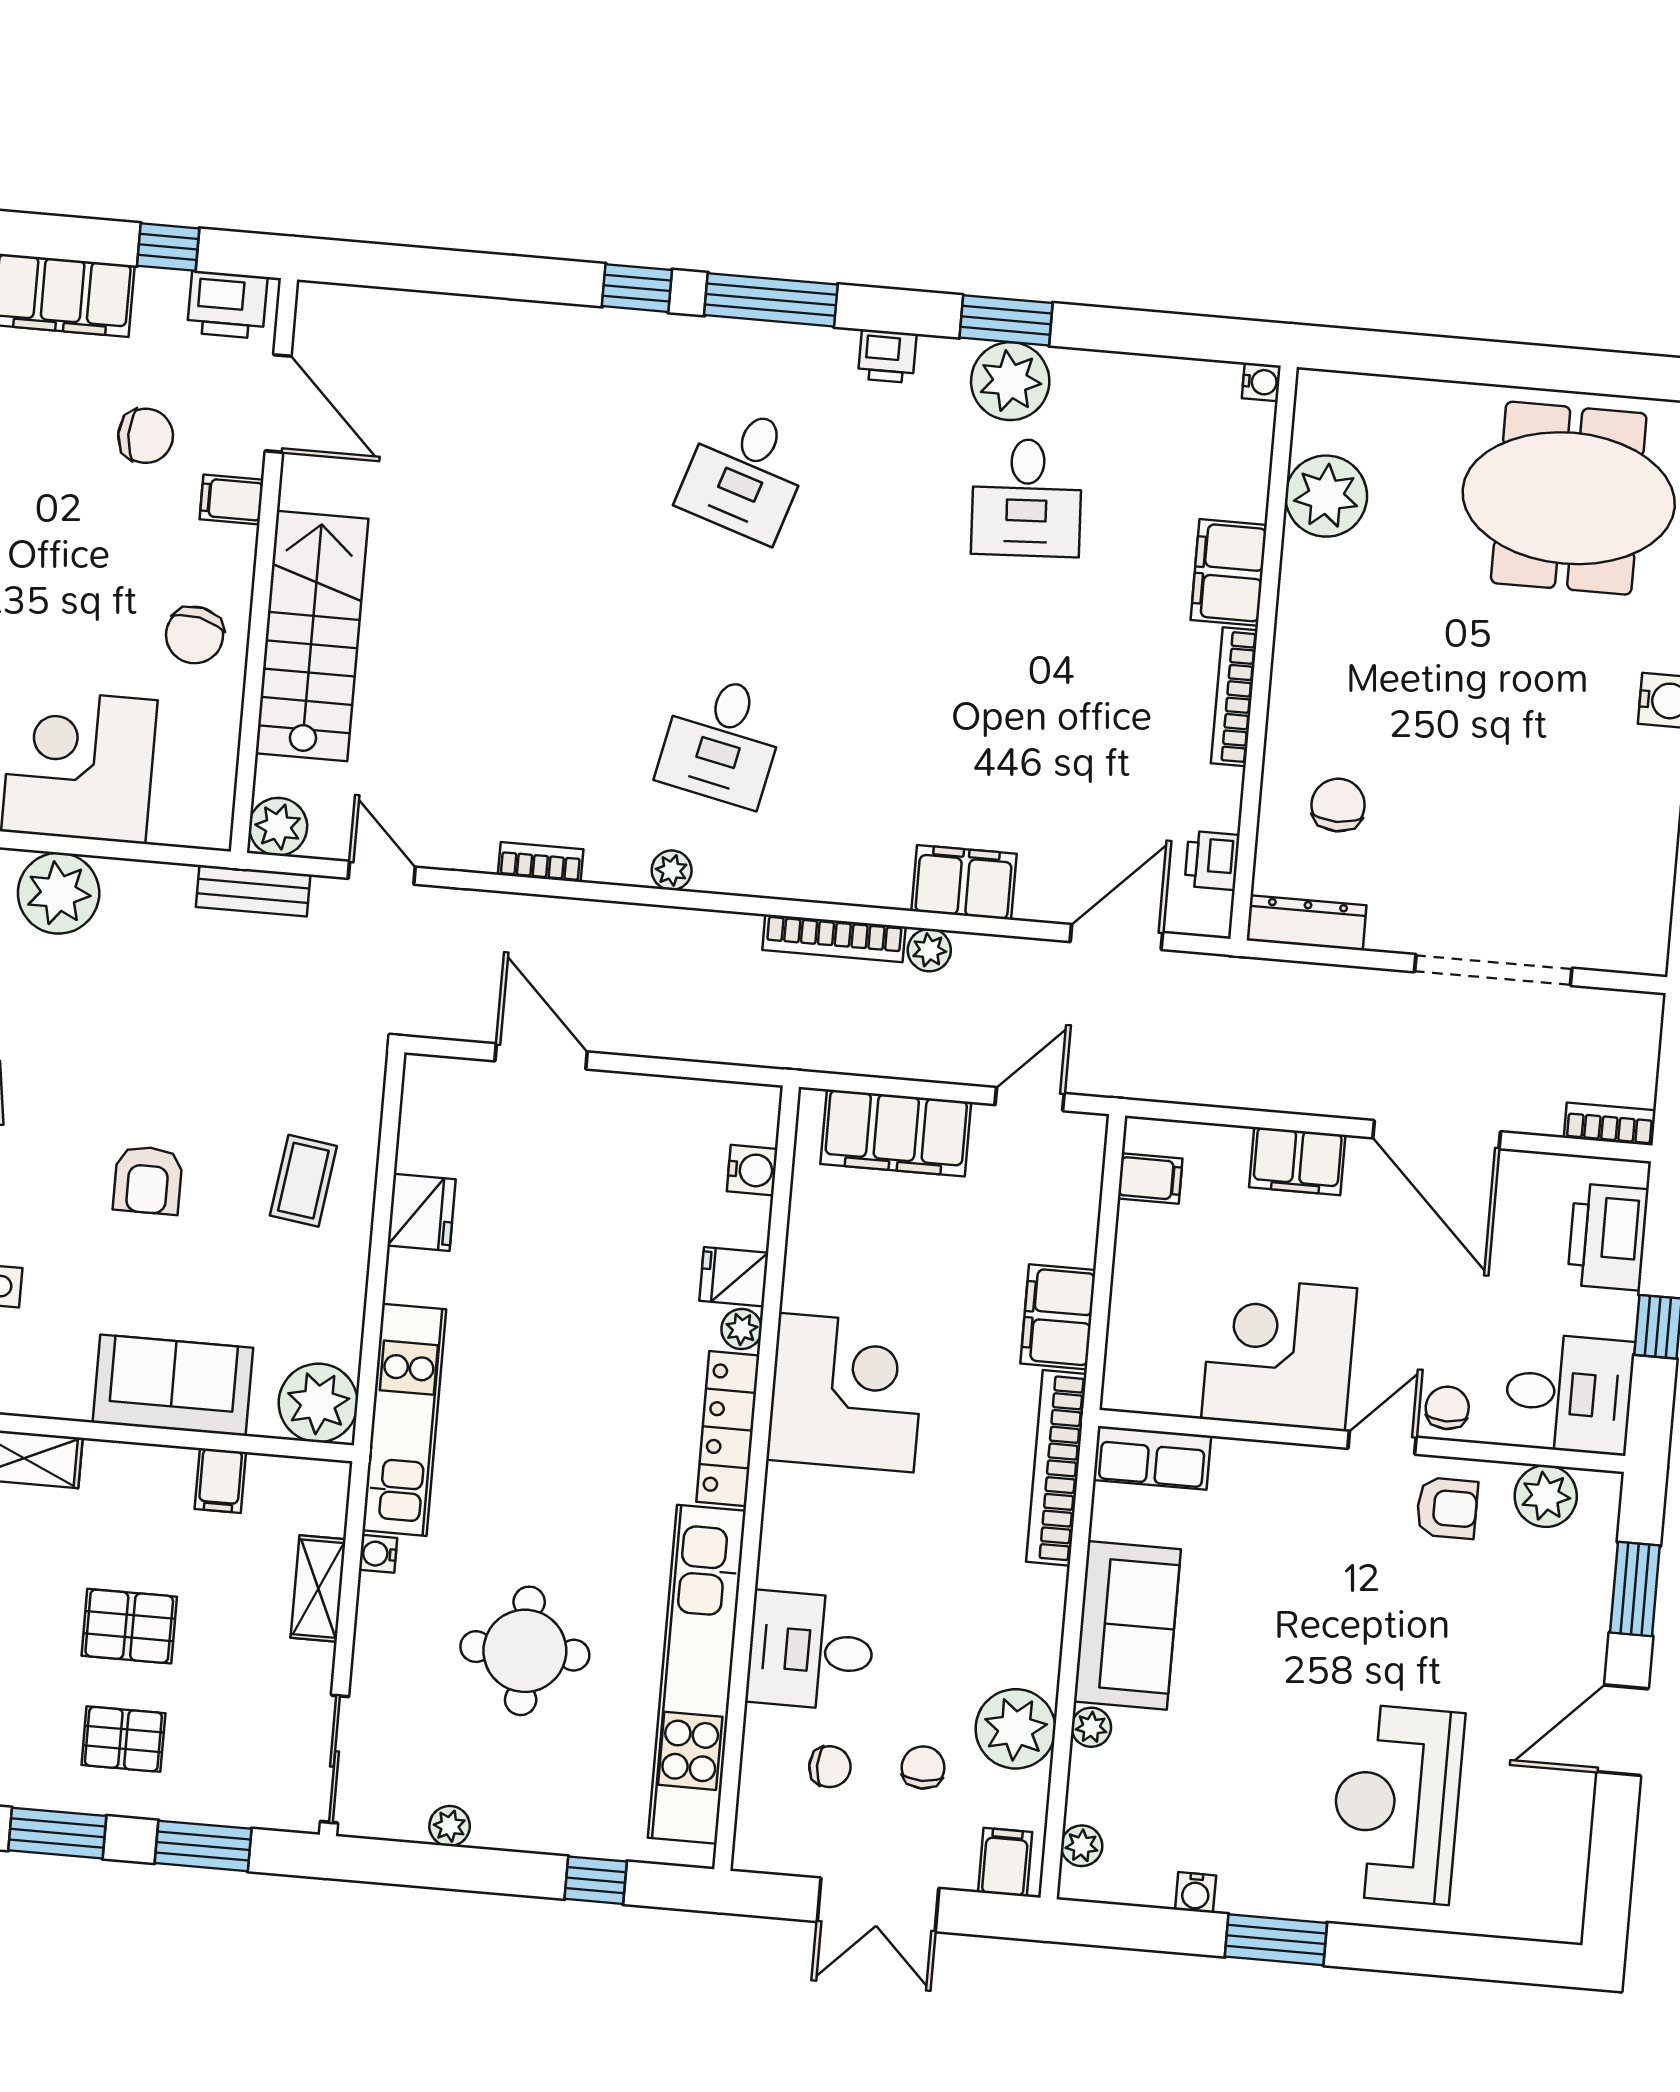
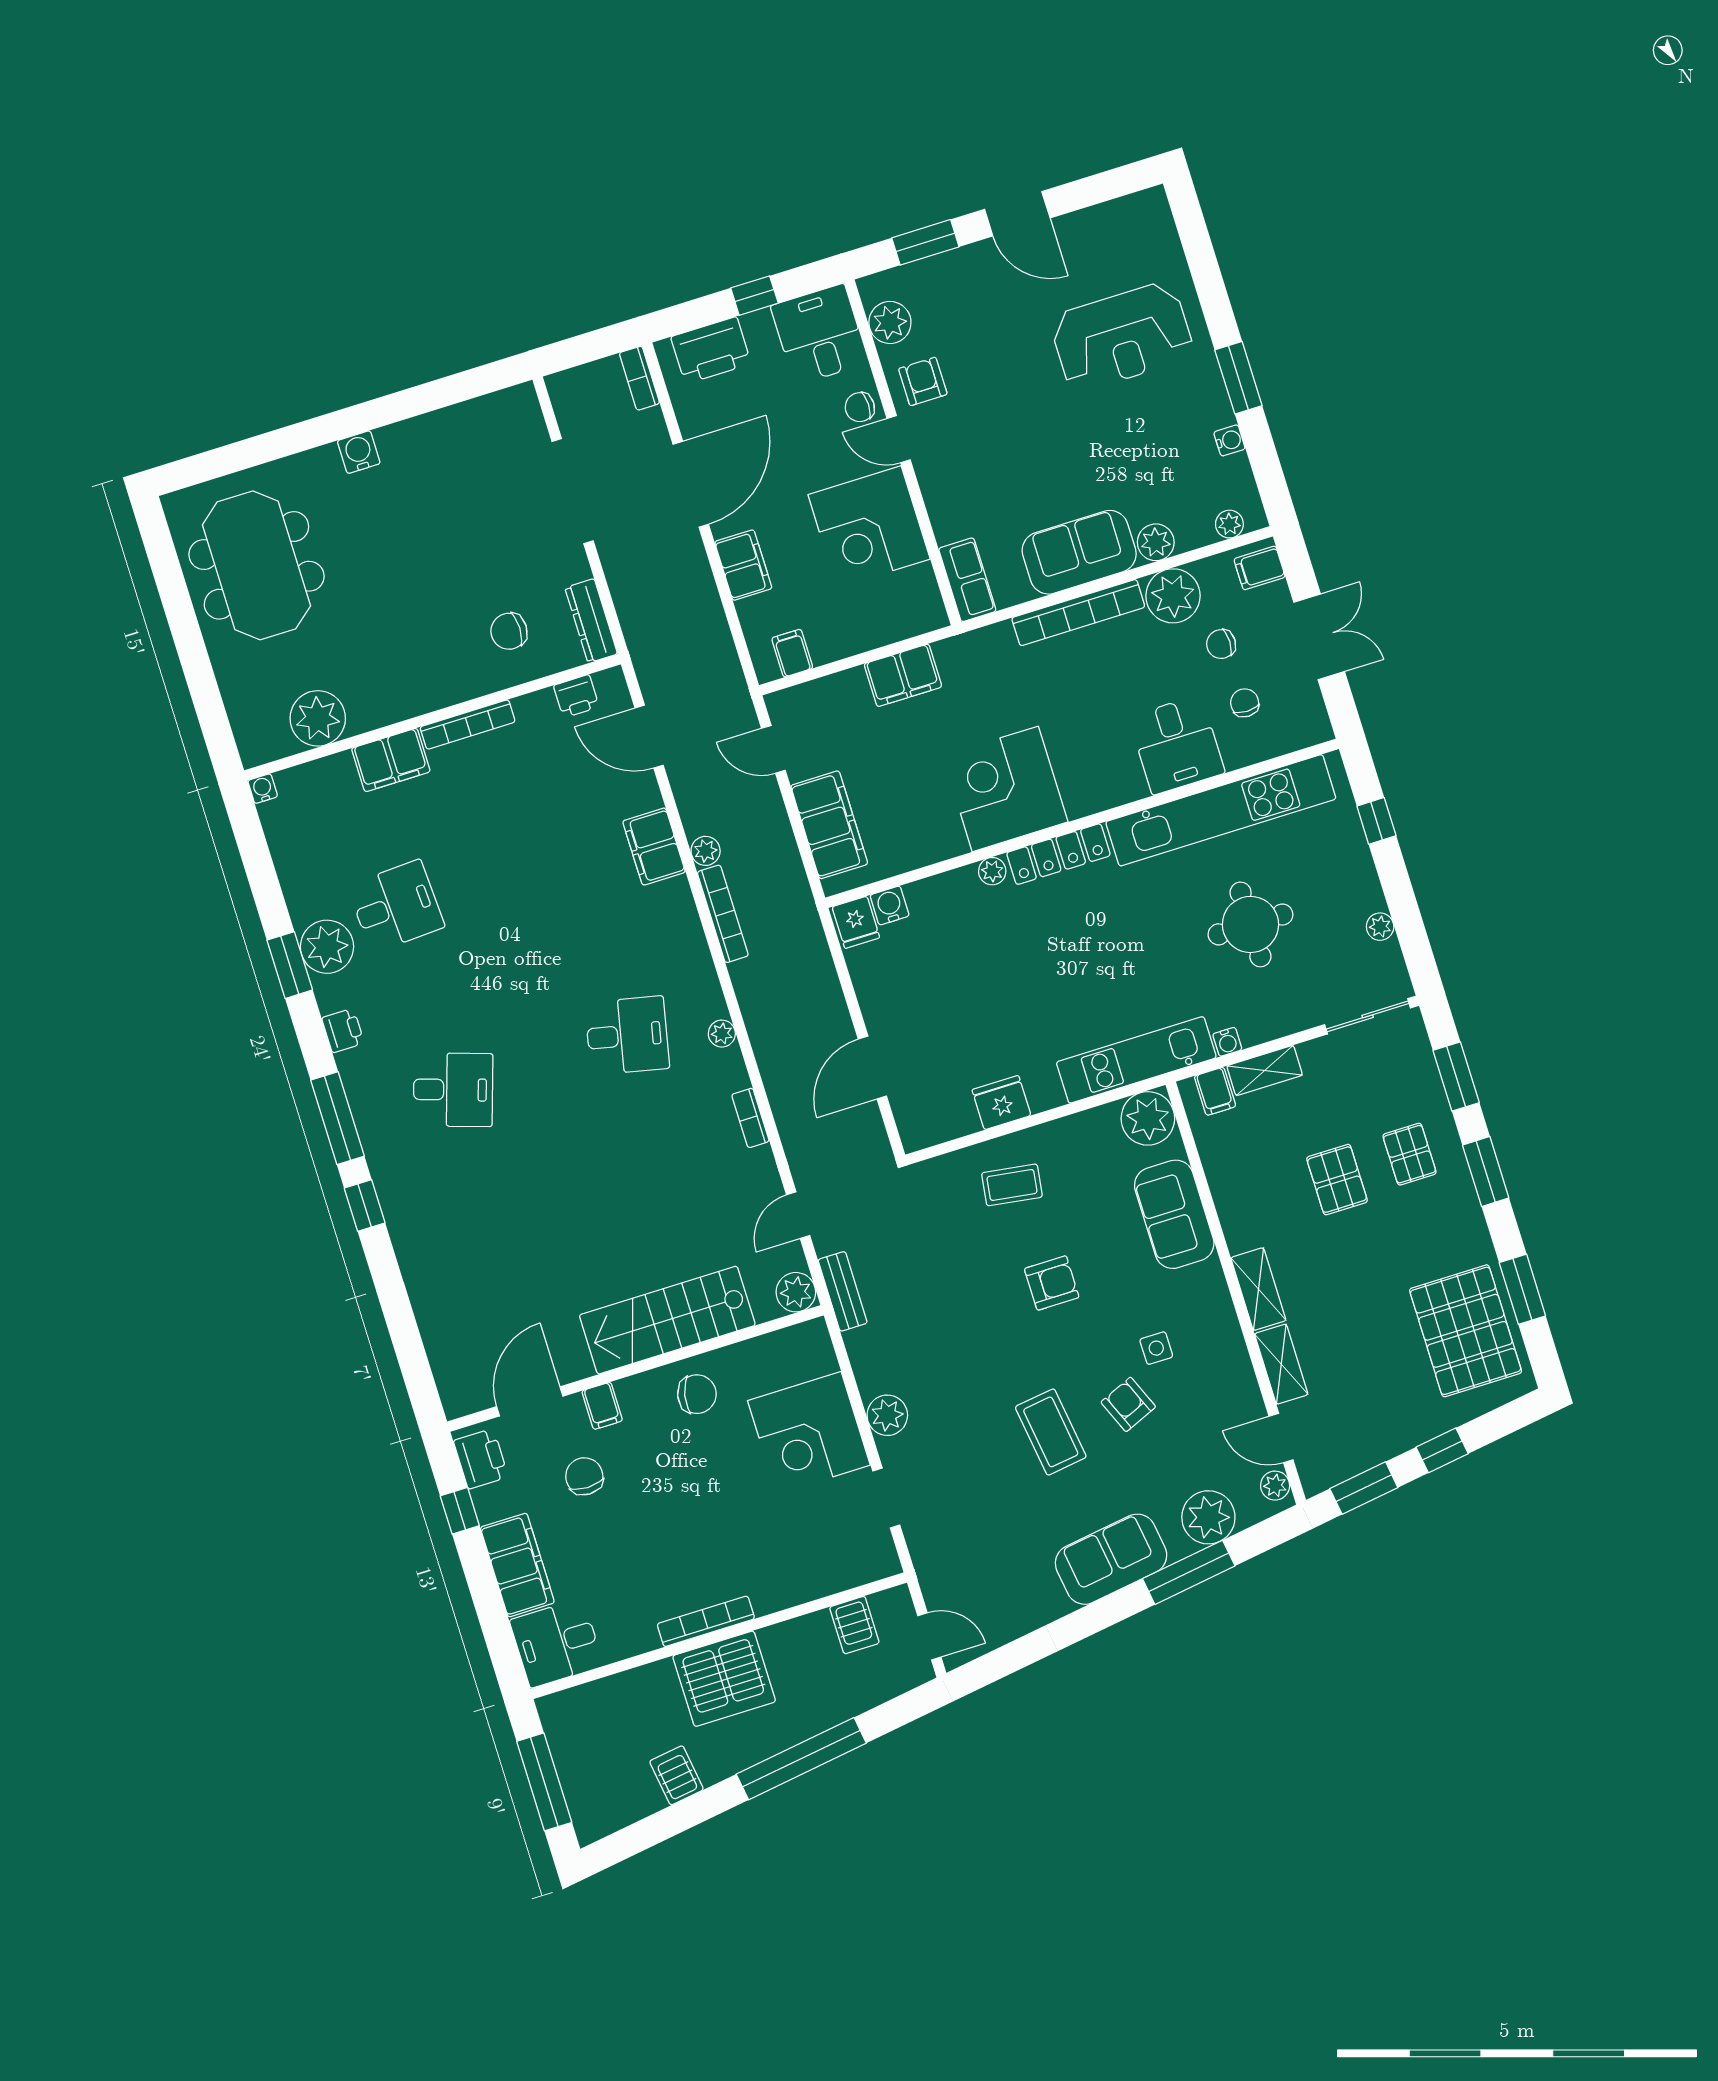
plant: (59, 893) -> (887, 1415), width x0.73, depth x0.73
fridge: (734, 1277) -> (856, 922), moved
bookcase: (1056, 1468) -> (1078, 613), moved
filing cabinet: (220, 1481) -> (1215, 1091), moved, turned 90
plant: (1091, 1727) -> (1156, 542), width x1.38, depth x1.38

